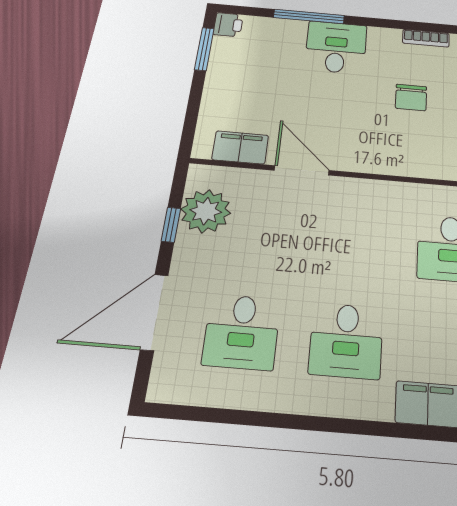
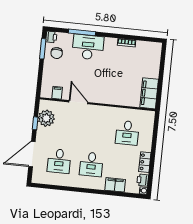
desk: (336, 47) -> (88, 47), width x1.37
chair: (411, 97) -> (57, 53), moved
filing cabinet: (240, 147) -> (57, 93), width x0.50

